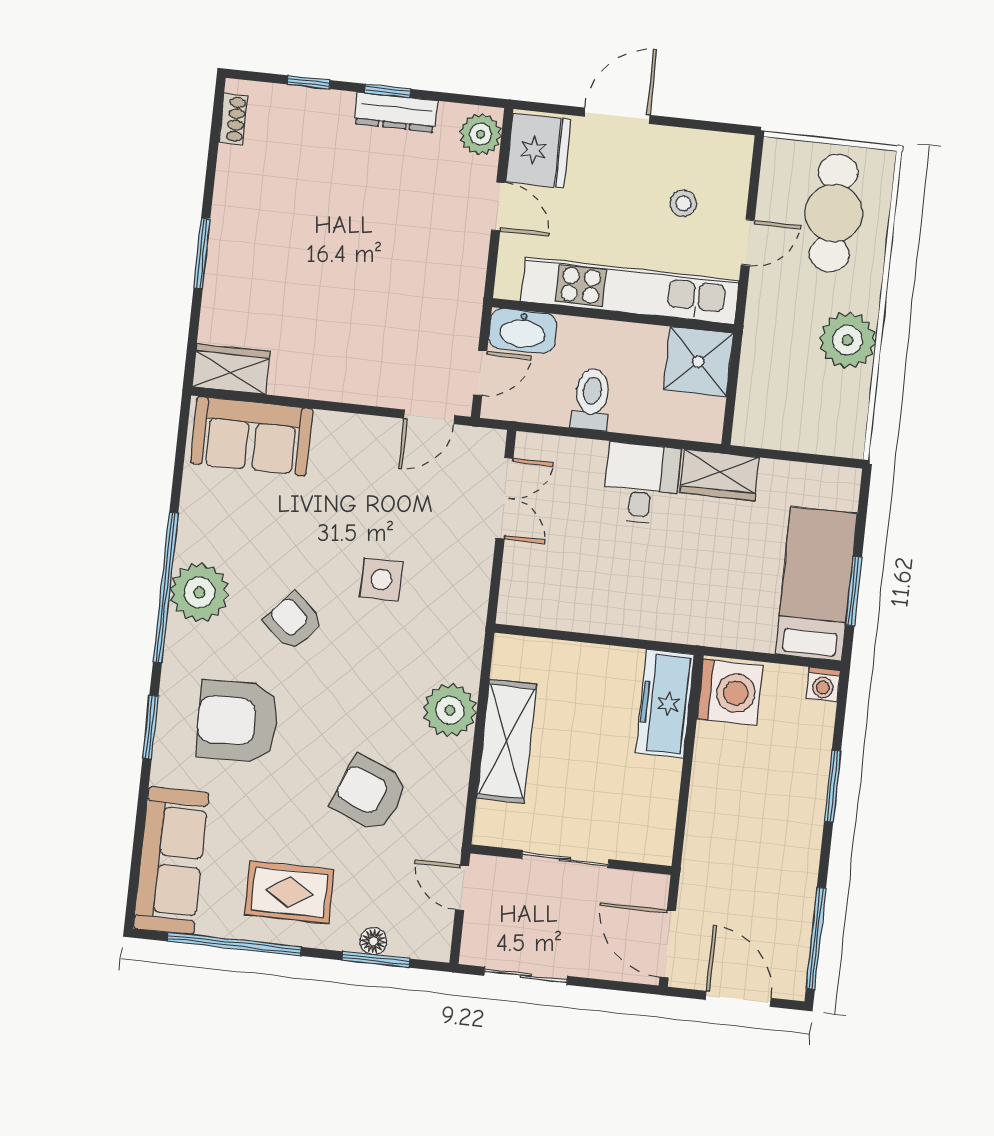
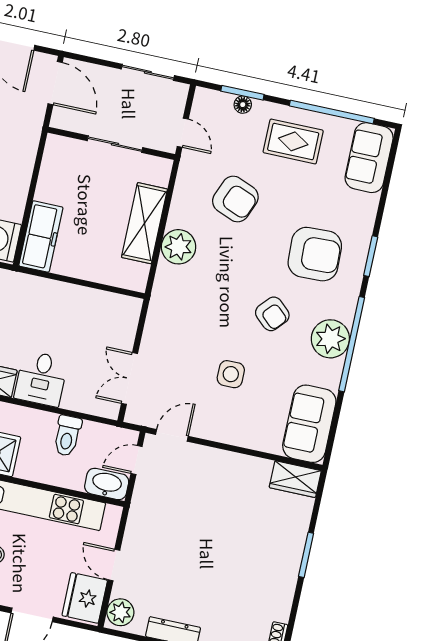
sofa: (252, 436) -> (309, 424), moved, turned -90
side table: (381, 580) -> (231, 374), moved
sofa: (171, 861) -> (369, 158), width x0.73

